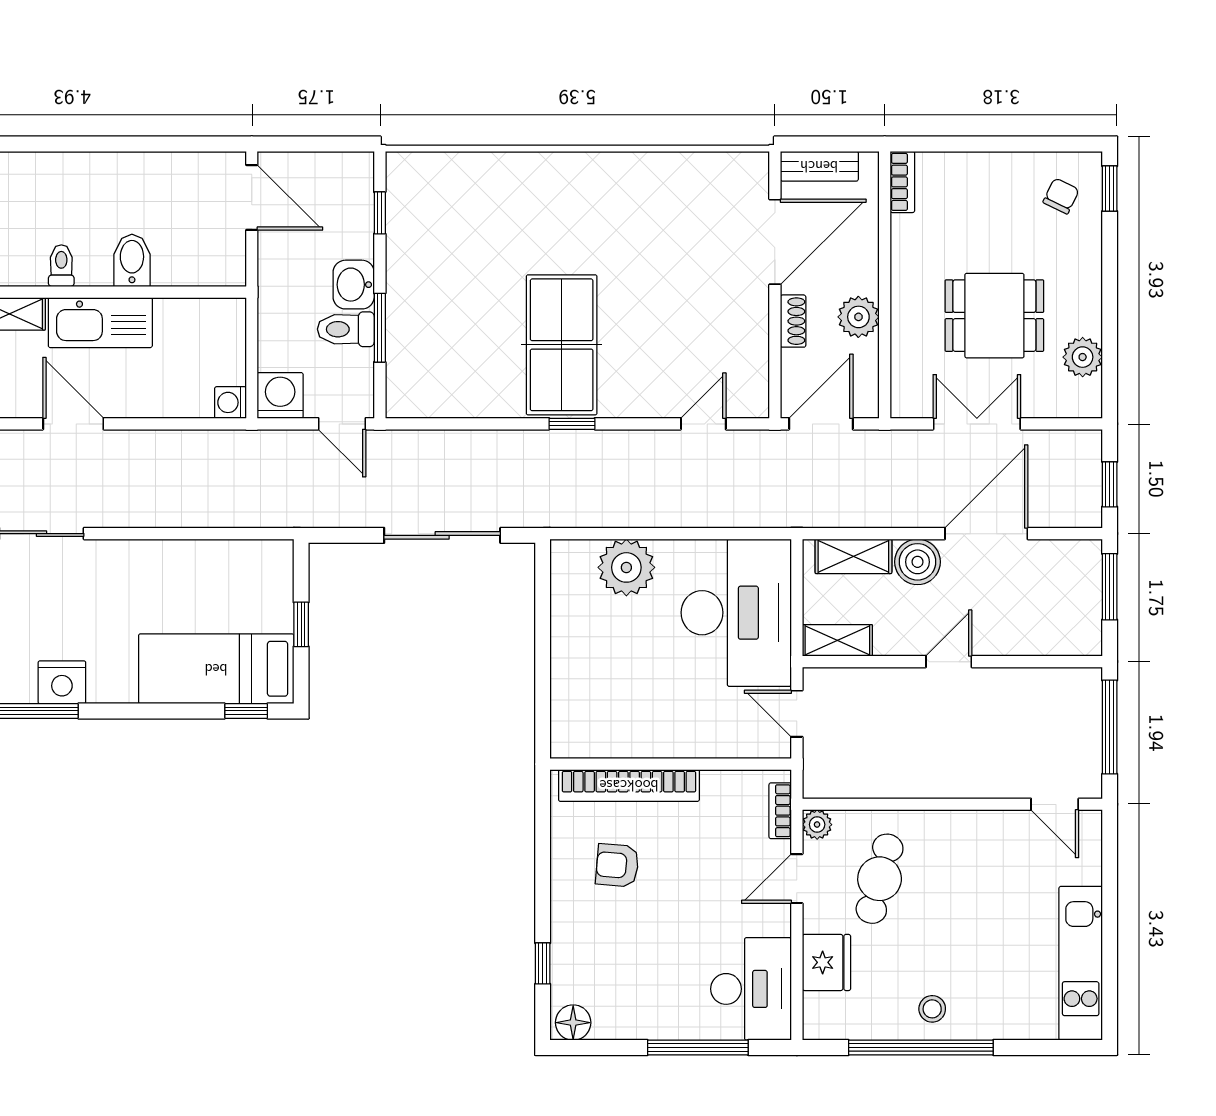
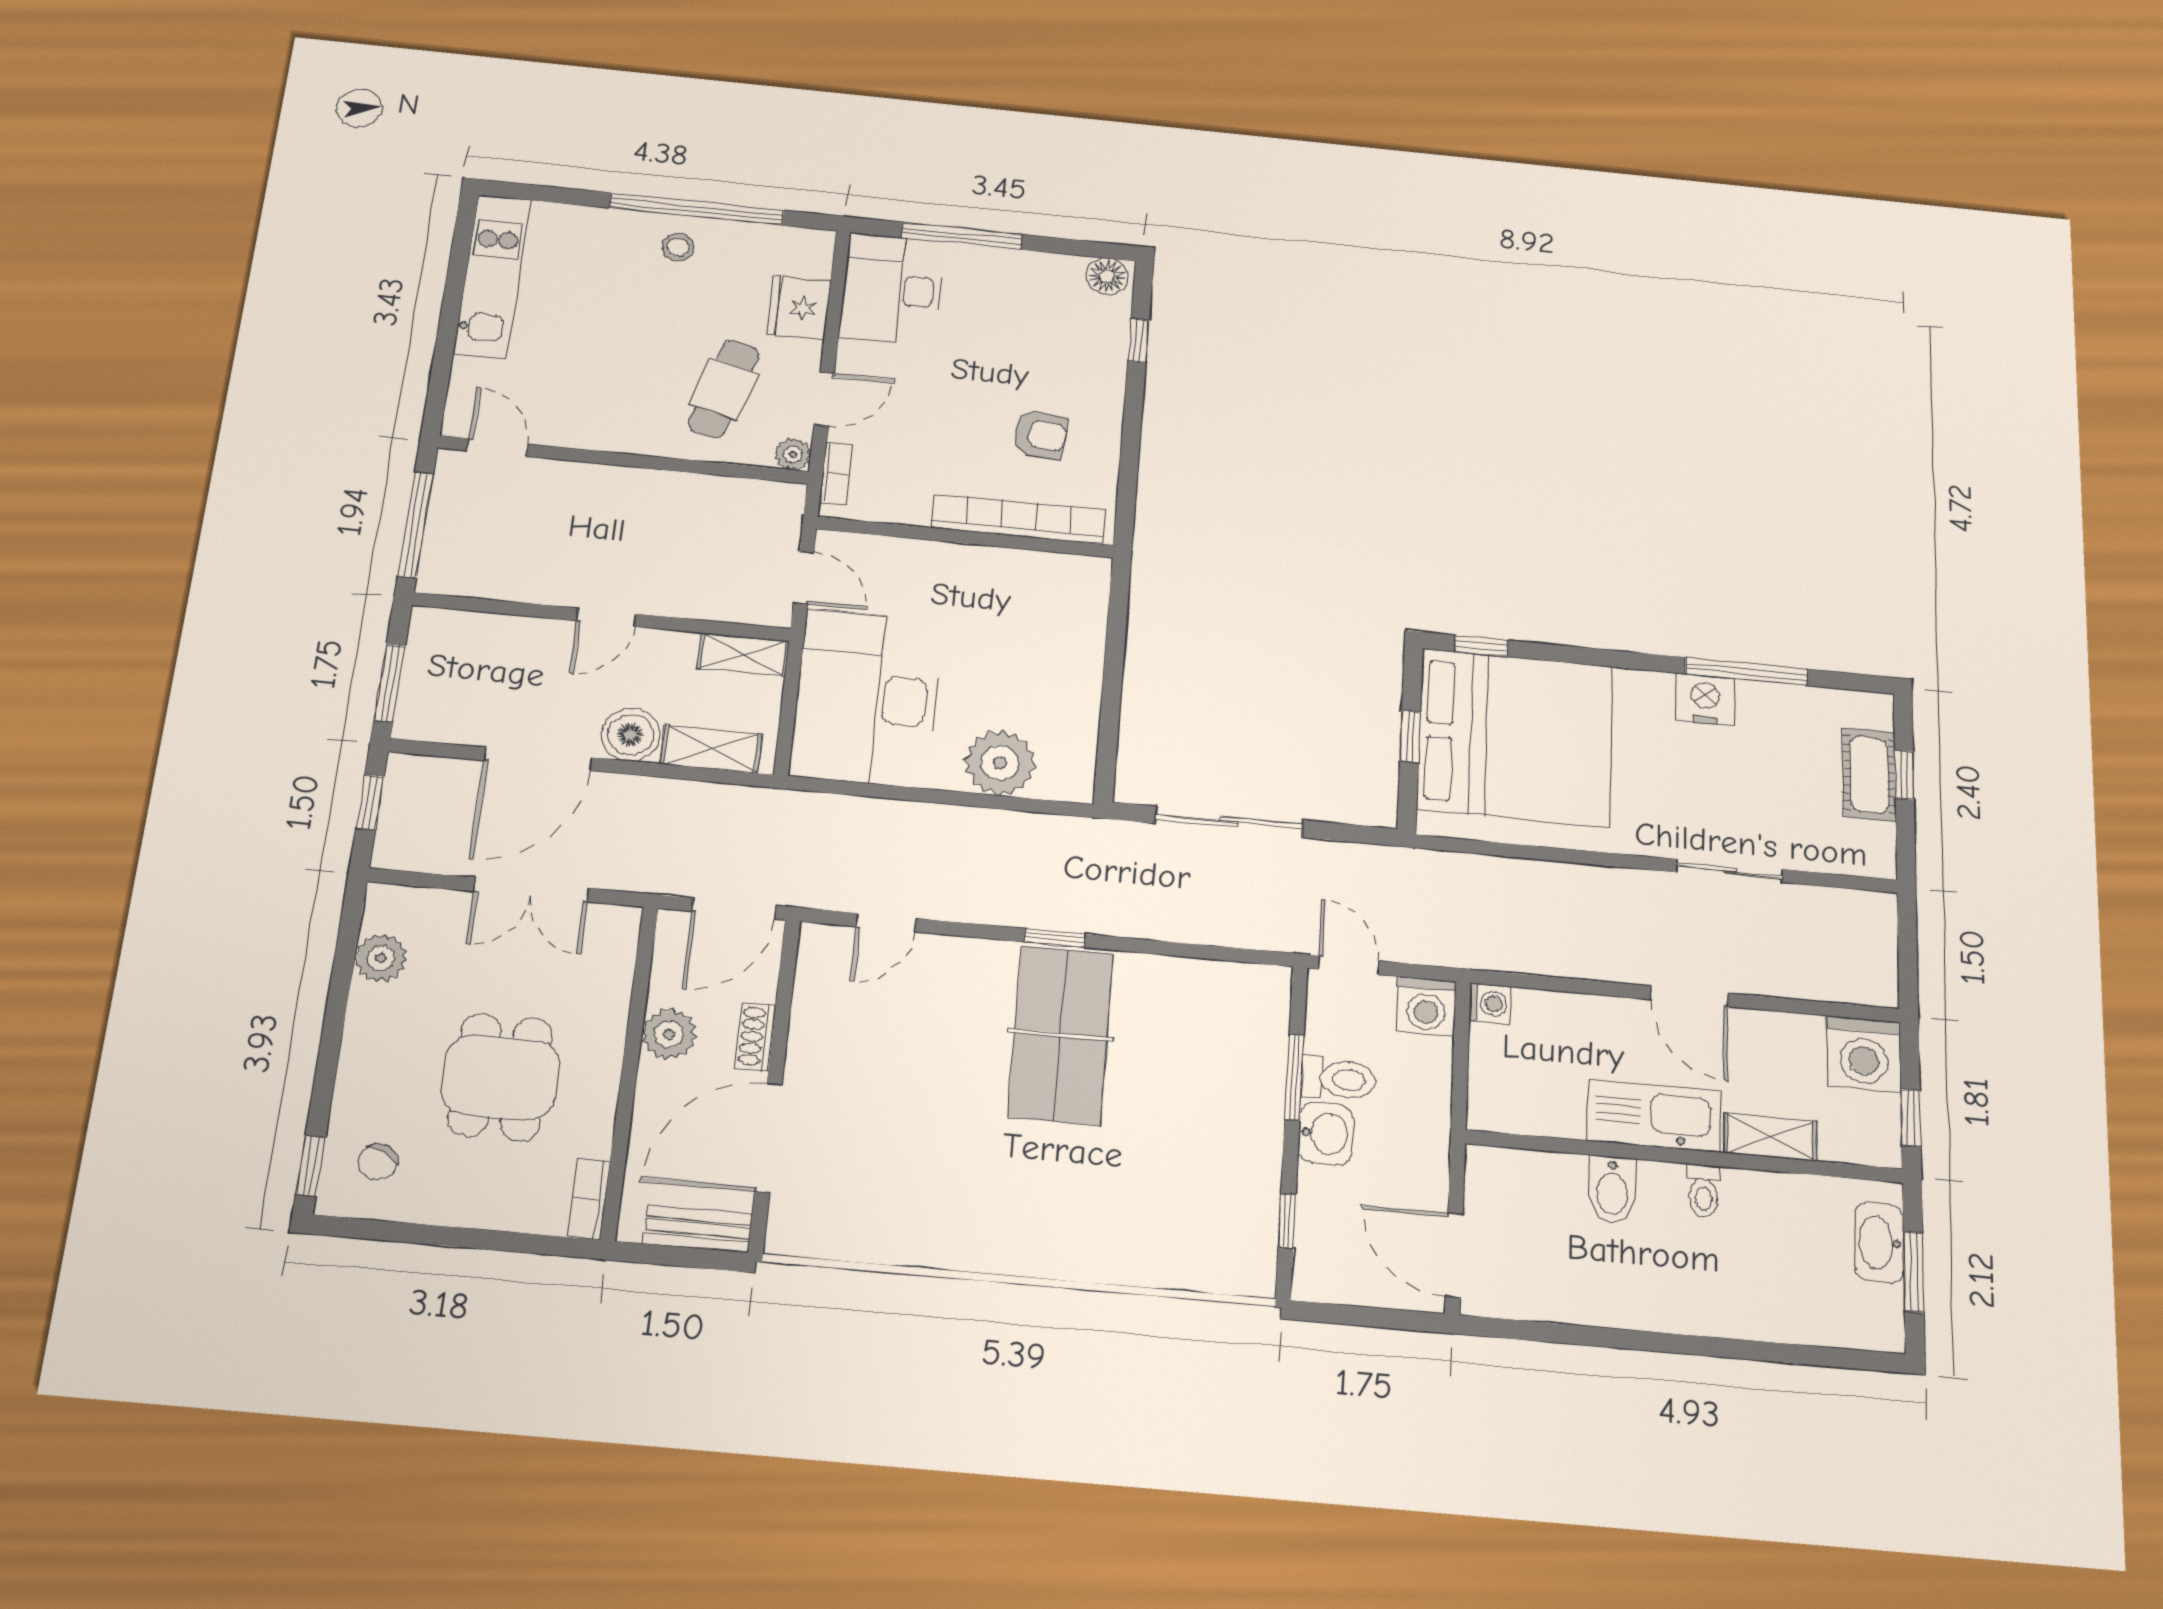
dining table: (994, 316) -> (501, 1077), moved, turned 90
bed: (216, 669) -> (1515, 737), width x2.04

